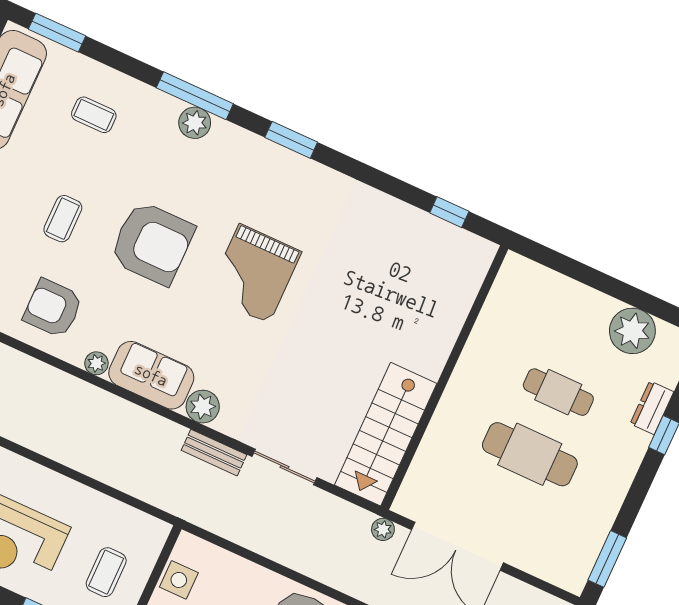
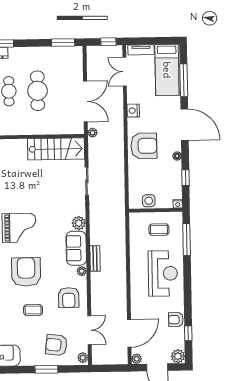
bench: (214, 453) -> (95, 258), moved

